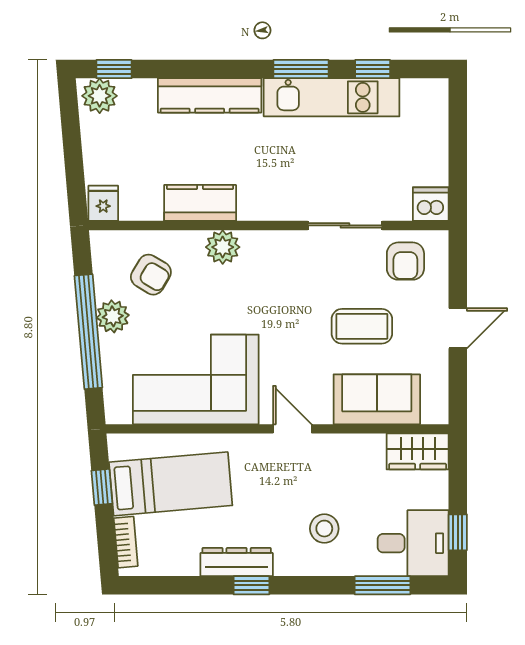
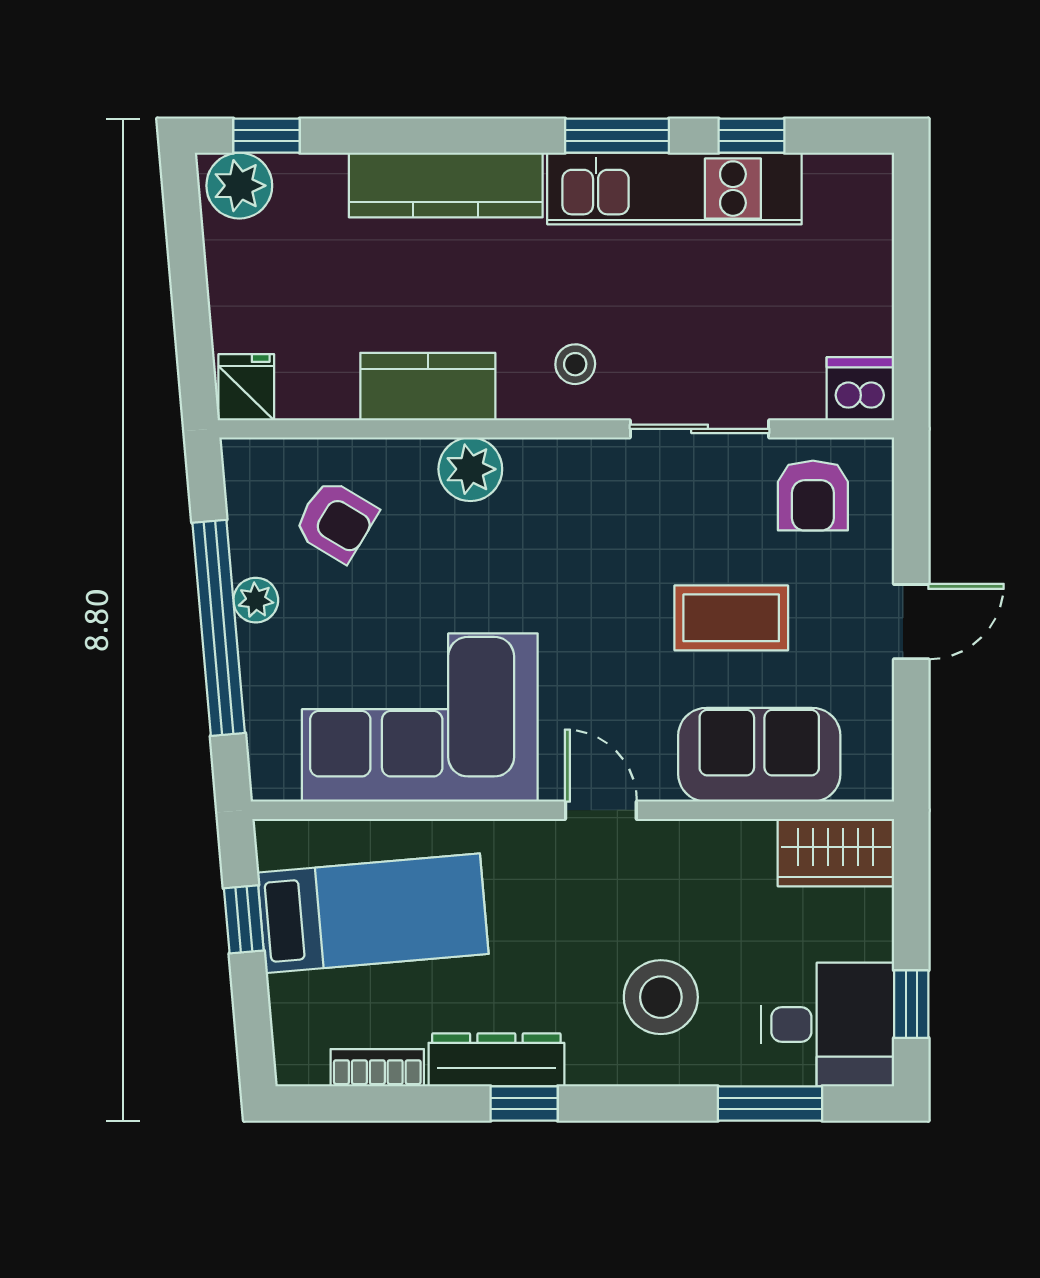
stool: (279, 191) -> (575, 364), added
plant: (113, 316) -> (256, 600), width x0.73, depth x0.73
stool: (324, 529) -> (661, 997), width x1.38, depth x1.38
bookcase: (126, 542) -> (377, 1068), moved, turned -85

